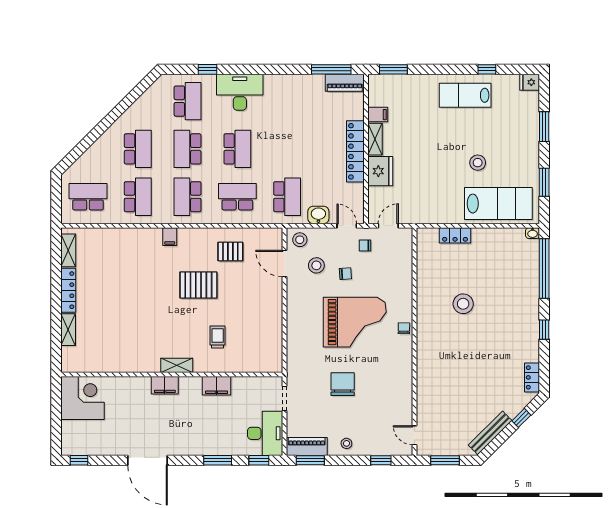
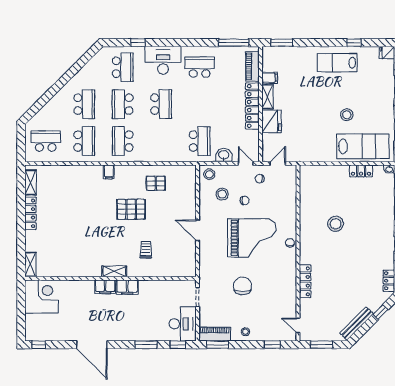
piano: (345, 83) -> (252, 66), moved, turned 90
school desk: (237, 197) -> (200, 67), moved
locker: (455, 235) -> (361, 171), moved
door: (284, 264) -> (198, 230), moved
shelving: (68, 330) -> (30, 265), moved
locker: (424, 378) -> (305, 281), added
filing cabinet: (217, 386) -> (127, 287), moved

